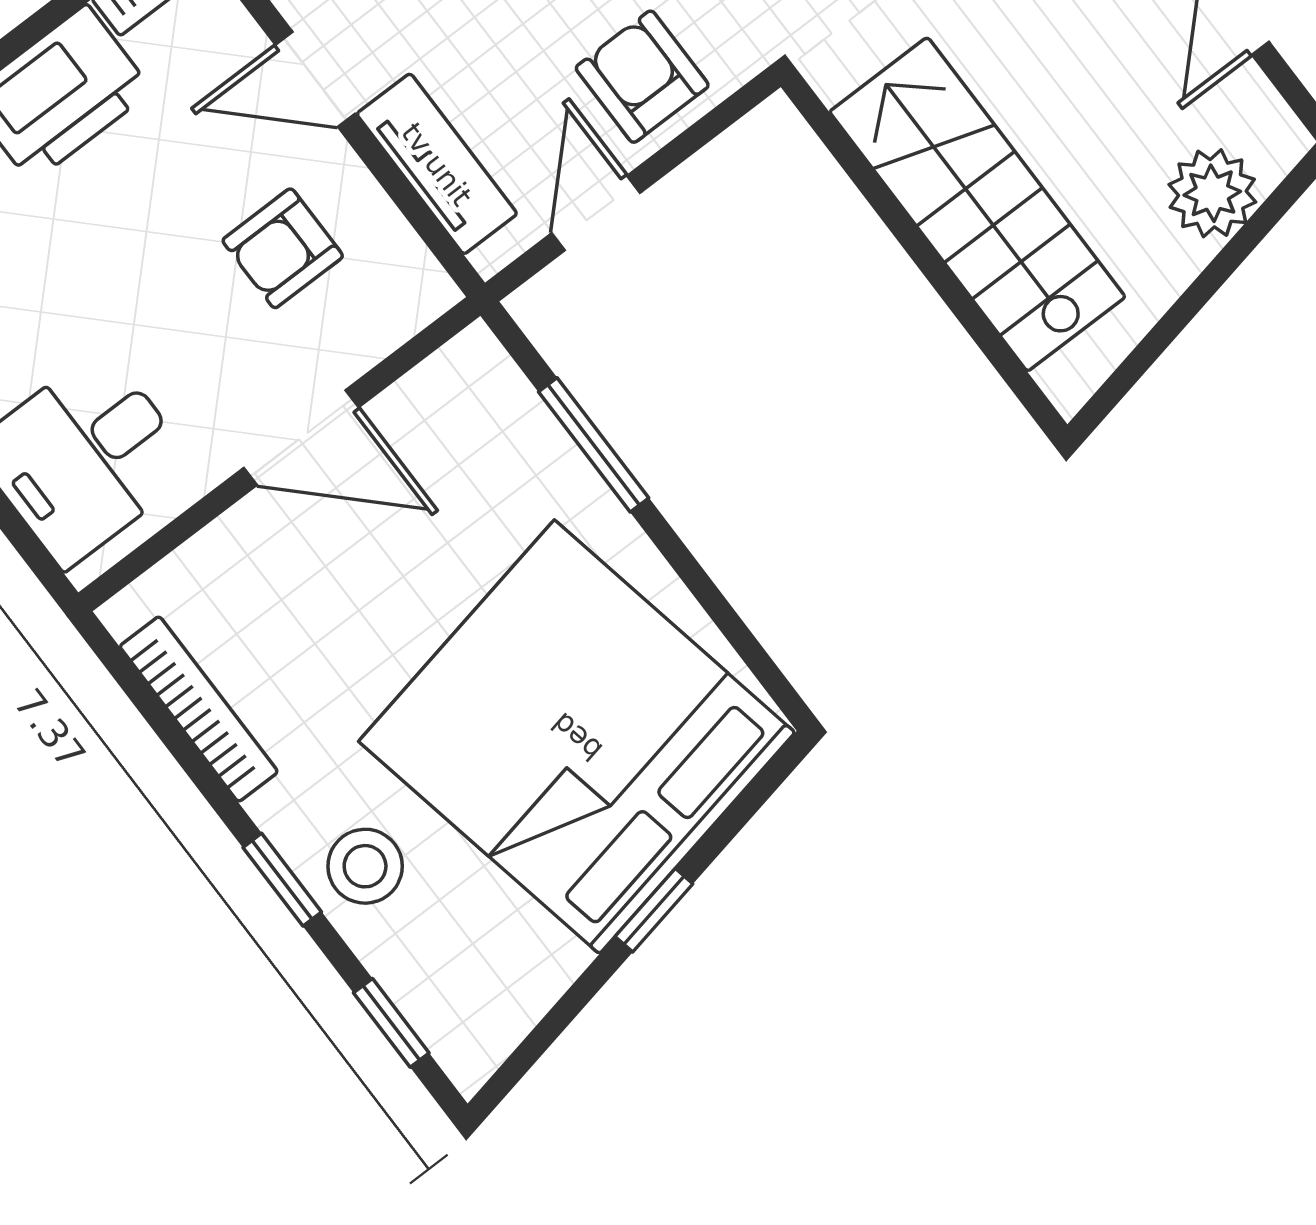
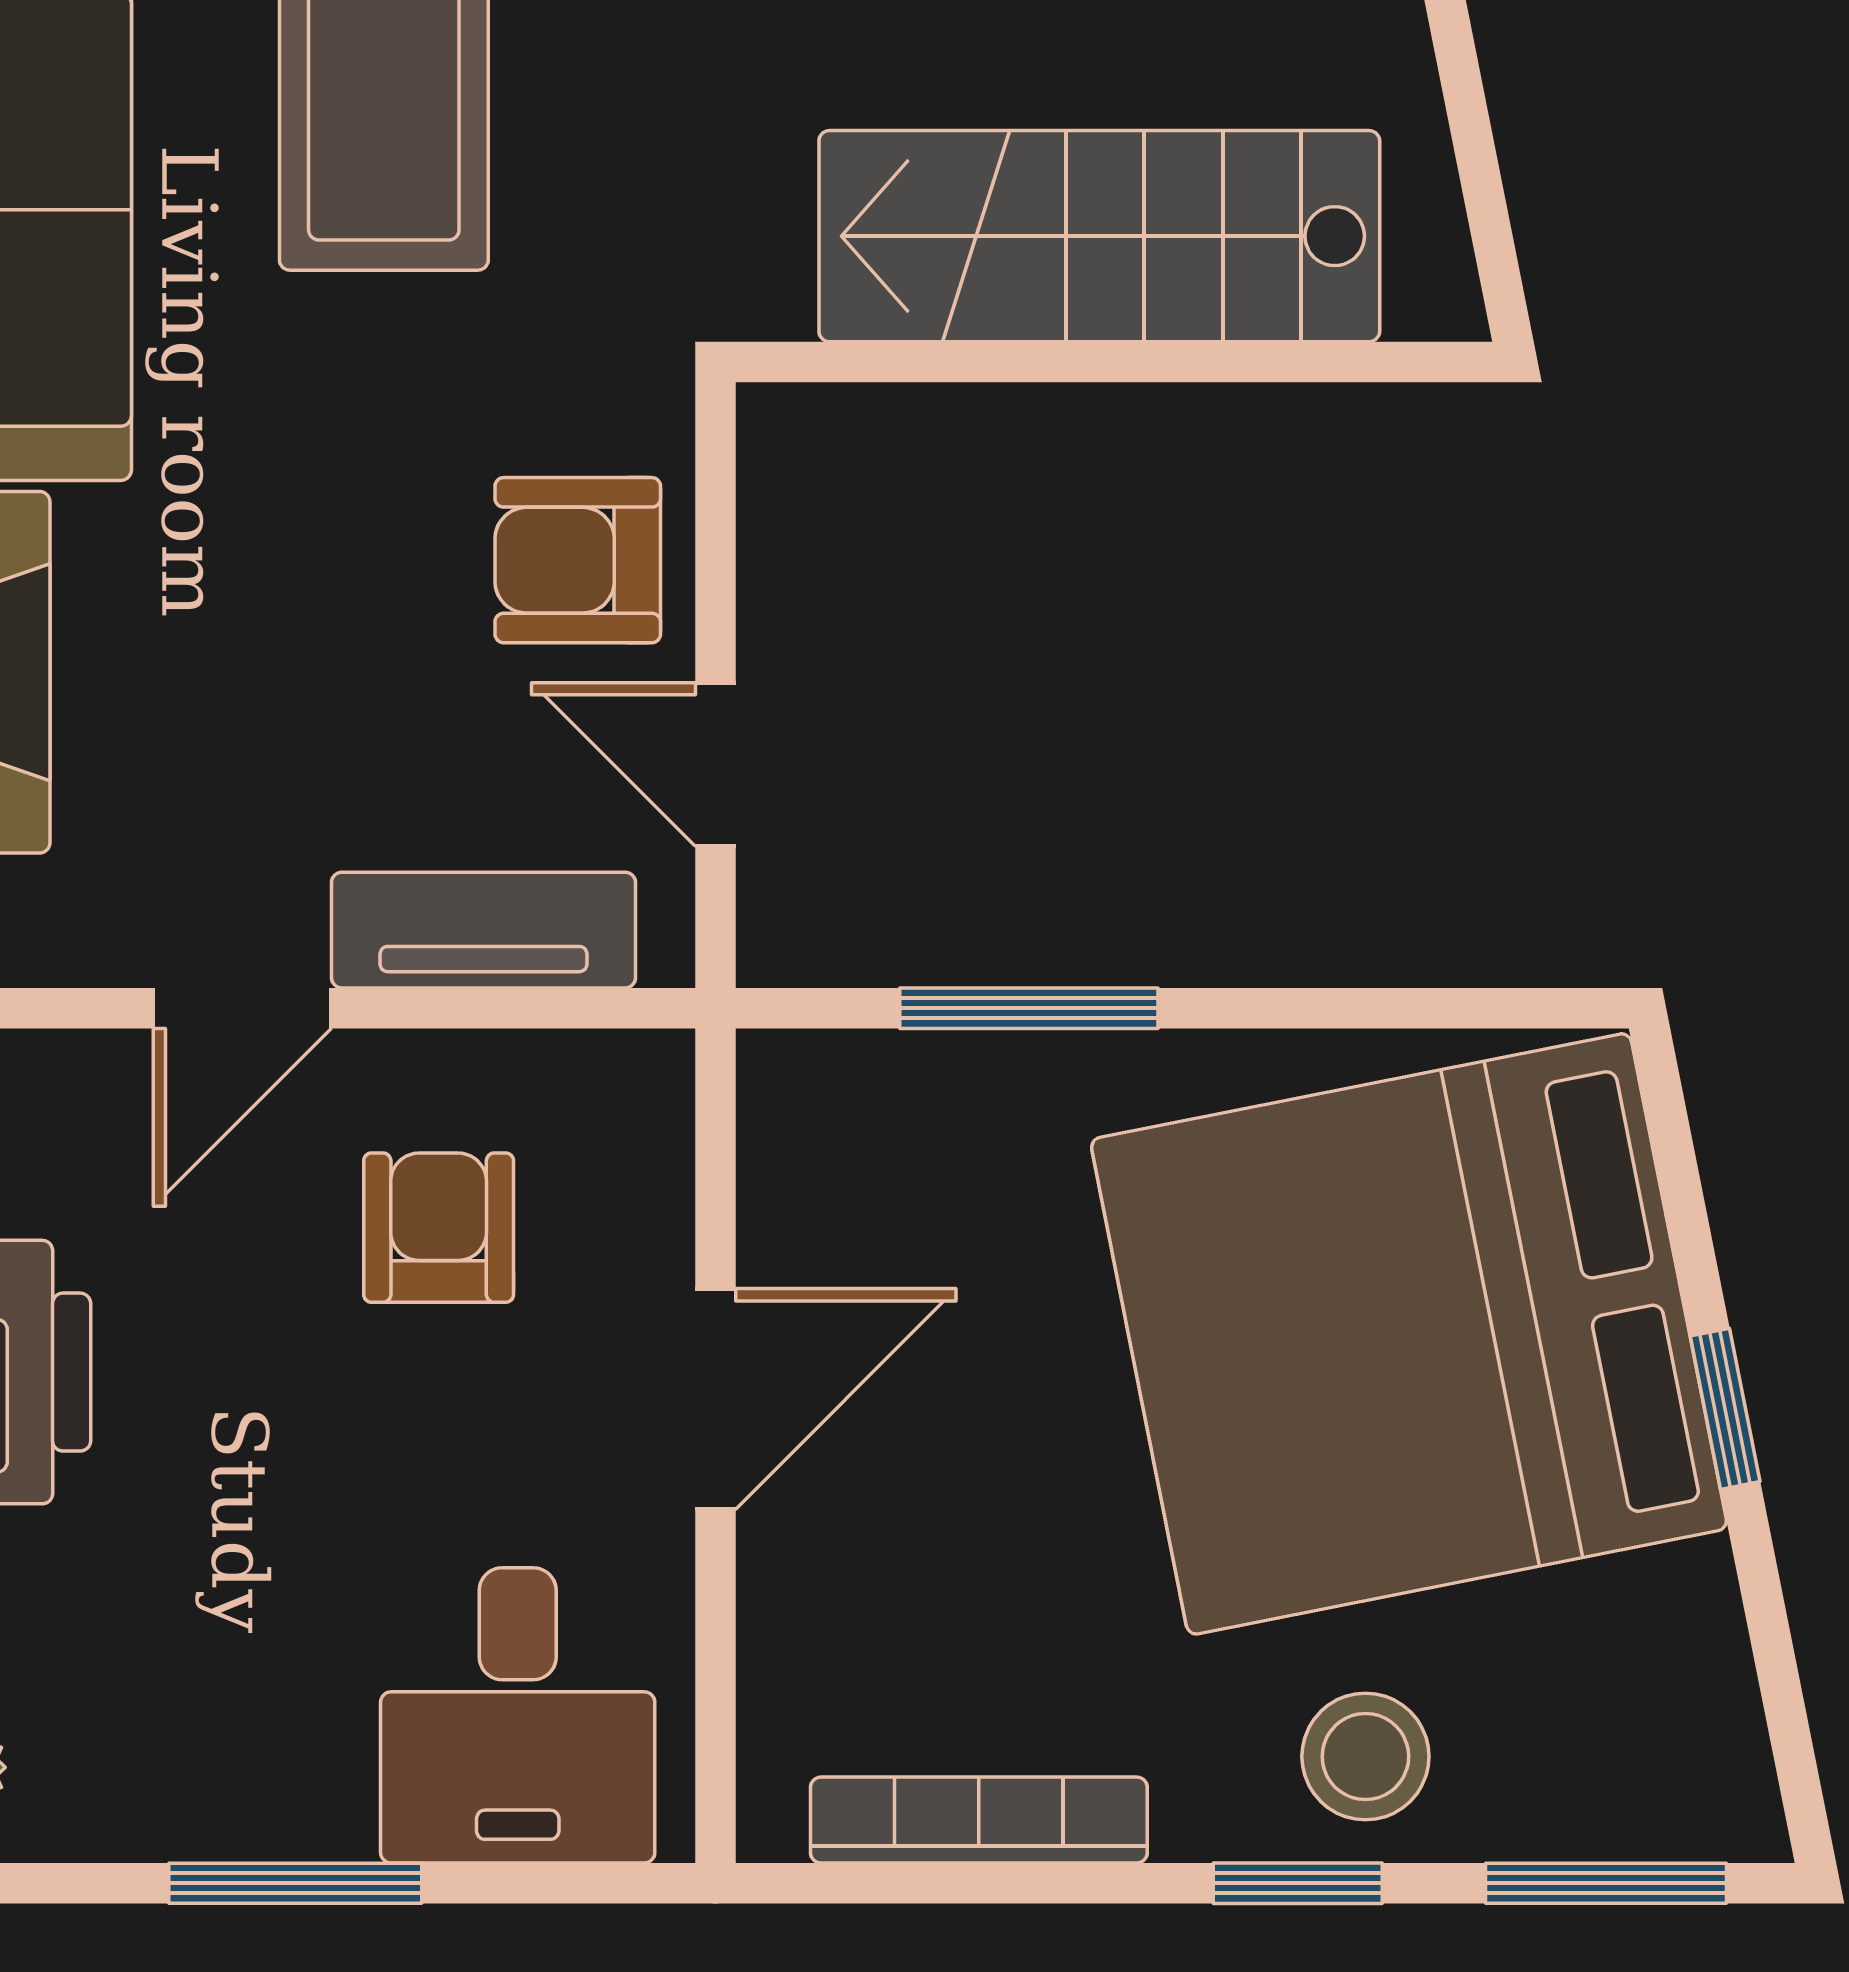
armchair: (283, 248) -> (439, 1228), turned 180
window: (391, 1023) -> (1606, 1883), width x1.50

